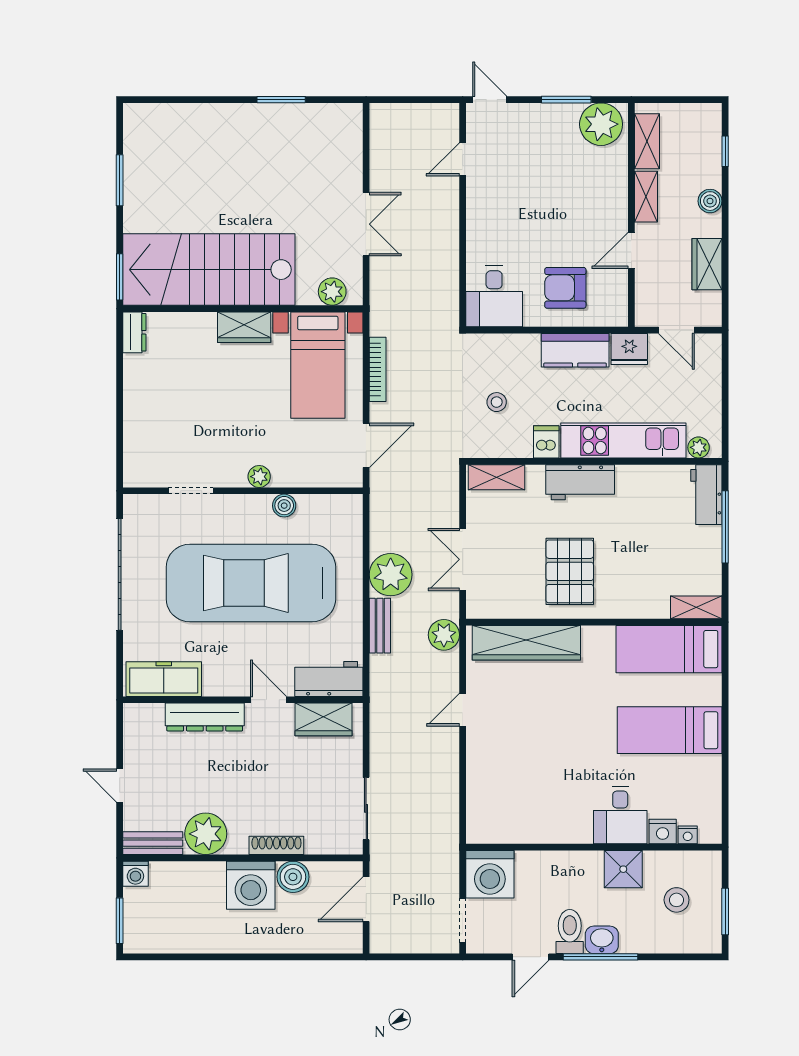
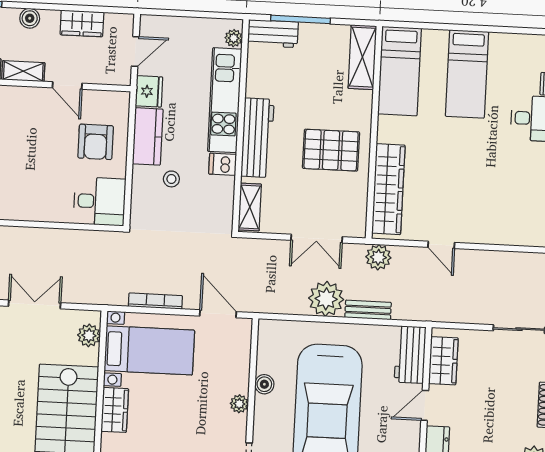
stool: (497, 402) -> (171, 179), moved
workbench: (580, 482) -> (257, 138), width x1.37
shelving: (696, 607) -> (362, 57), width x1.50, depth x1.33

